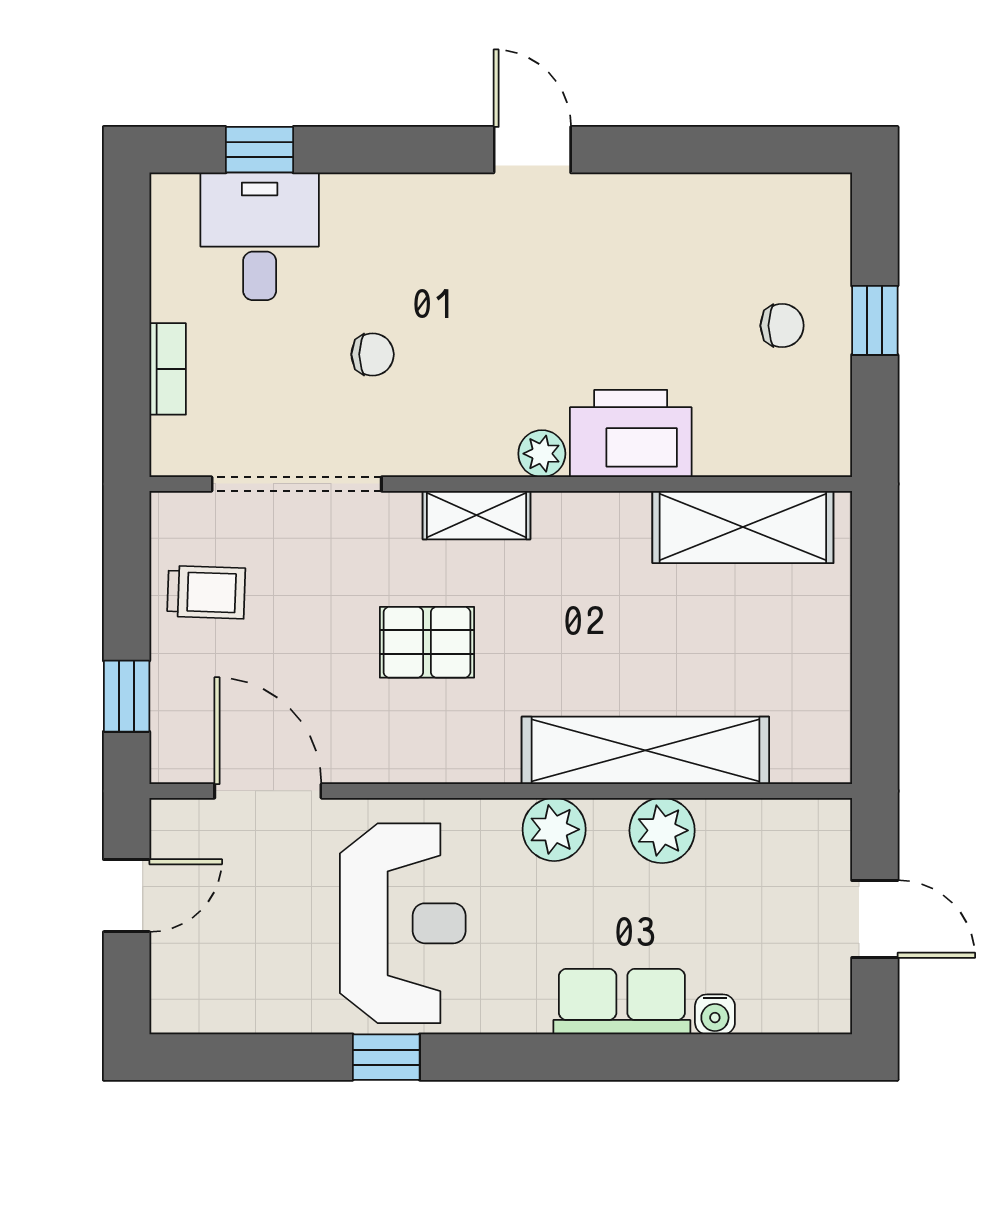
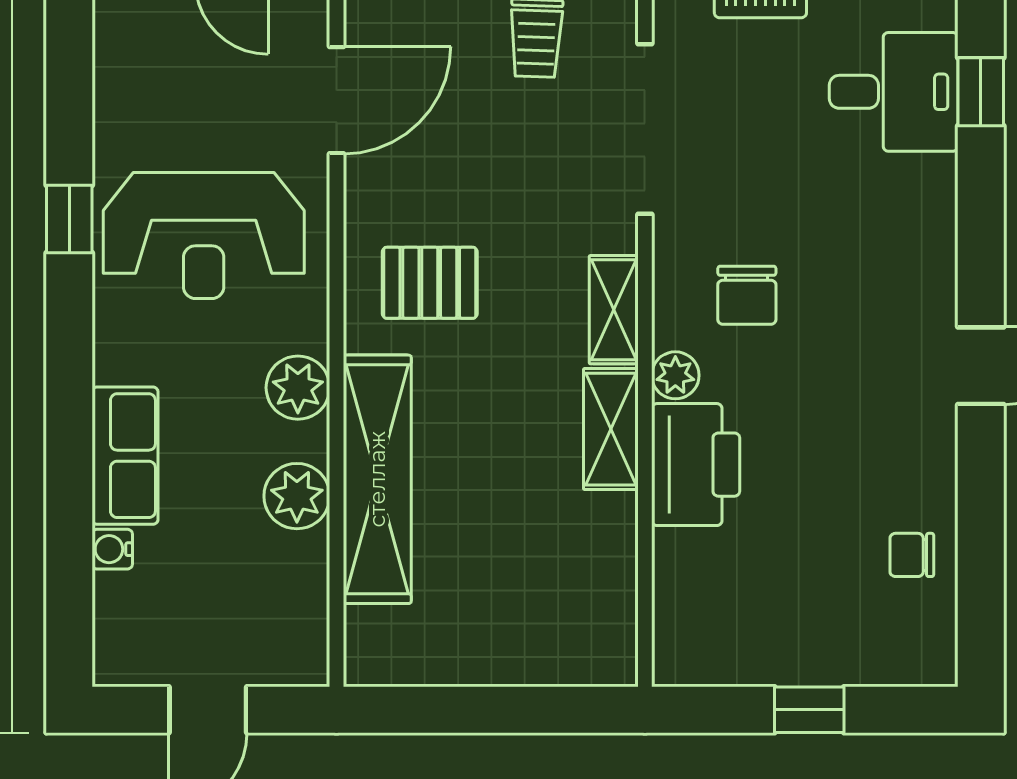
chair: (782, 326) -> (912, 555), moved, turned 90
chair: (373, 354) -> (747, 295), moved, width x1.37, depth x1.37
shelving: (743, 527) -> (611, 429), moved, width x0.67, depth x0.75
pallet: (427, 642) -> (430, 283), moved, turned 90

